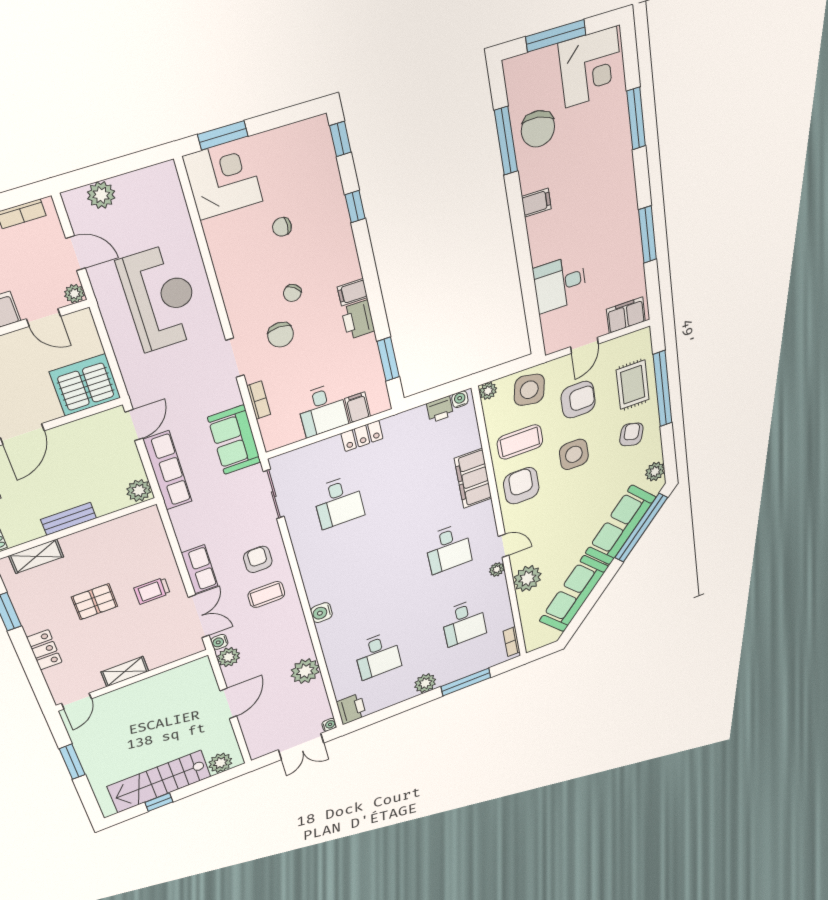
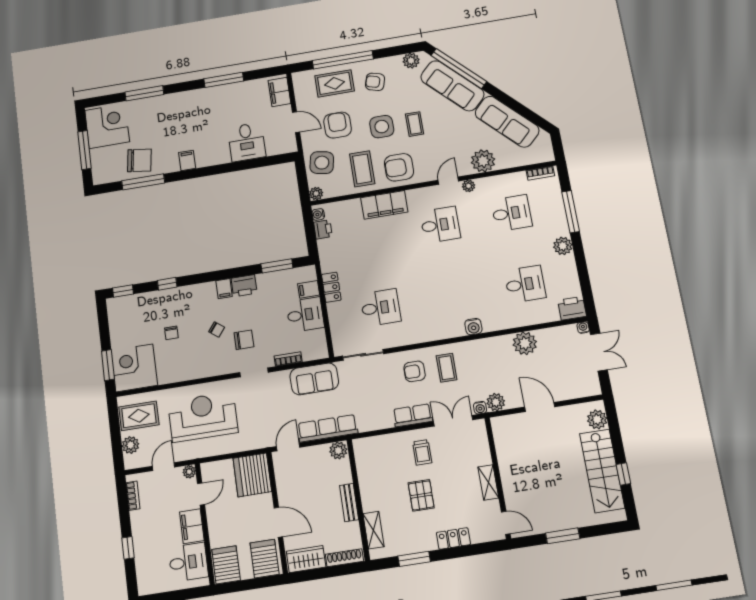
rug: (149, 200) -> (139, 416), added
door: (134, 425) -> (288, 447), hinge flipped
coffee table: (575, 492) -> (415, 124), added

